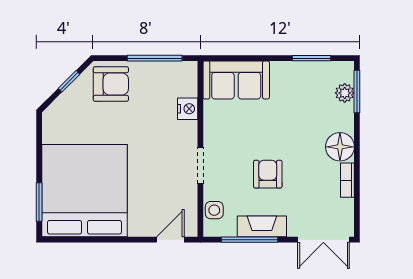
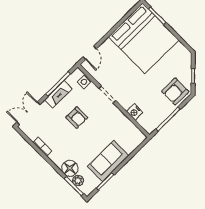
sofa: (236, 80) -> (108, 161), moved
floor lamp: (340, 147) -> (70, 168), moved

